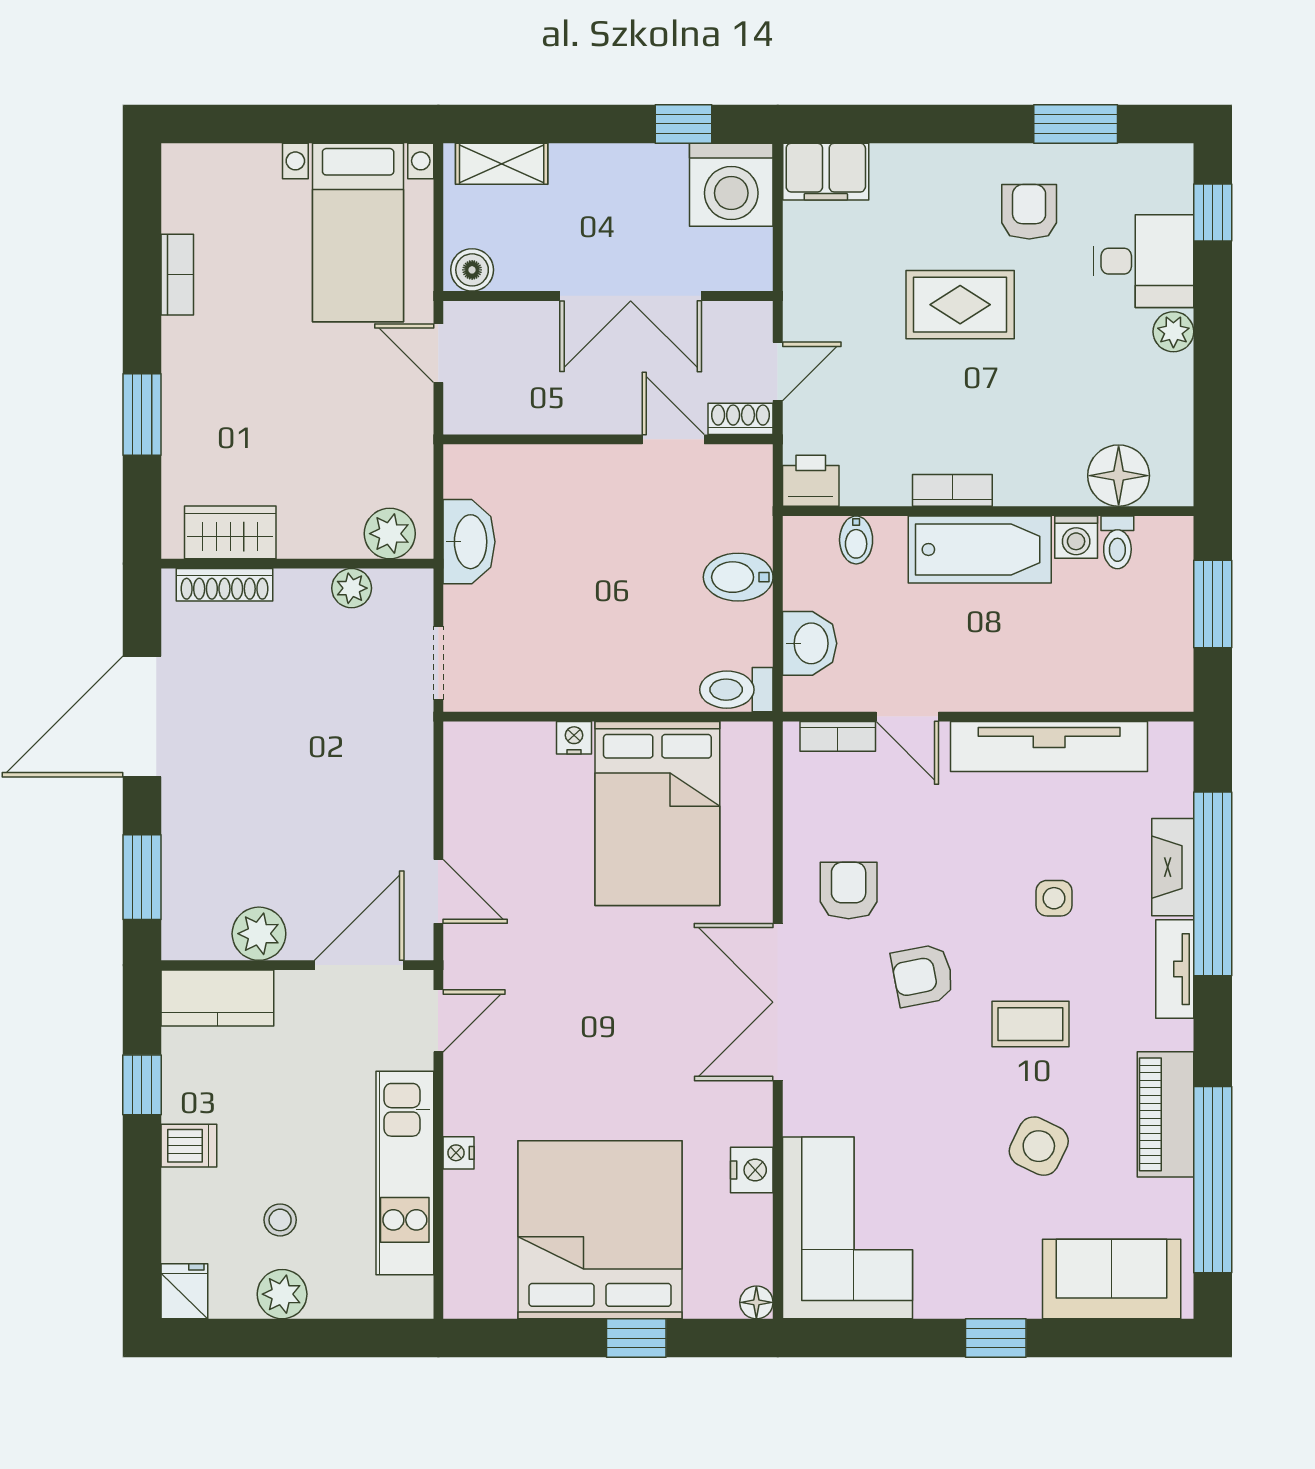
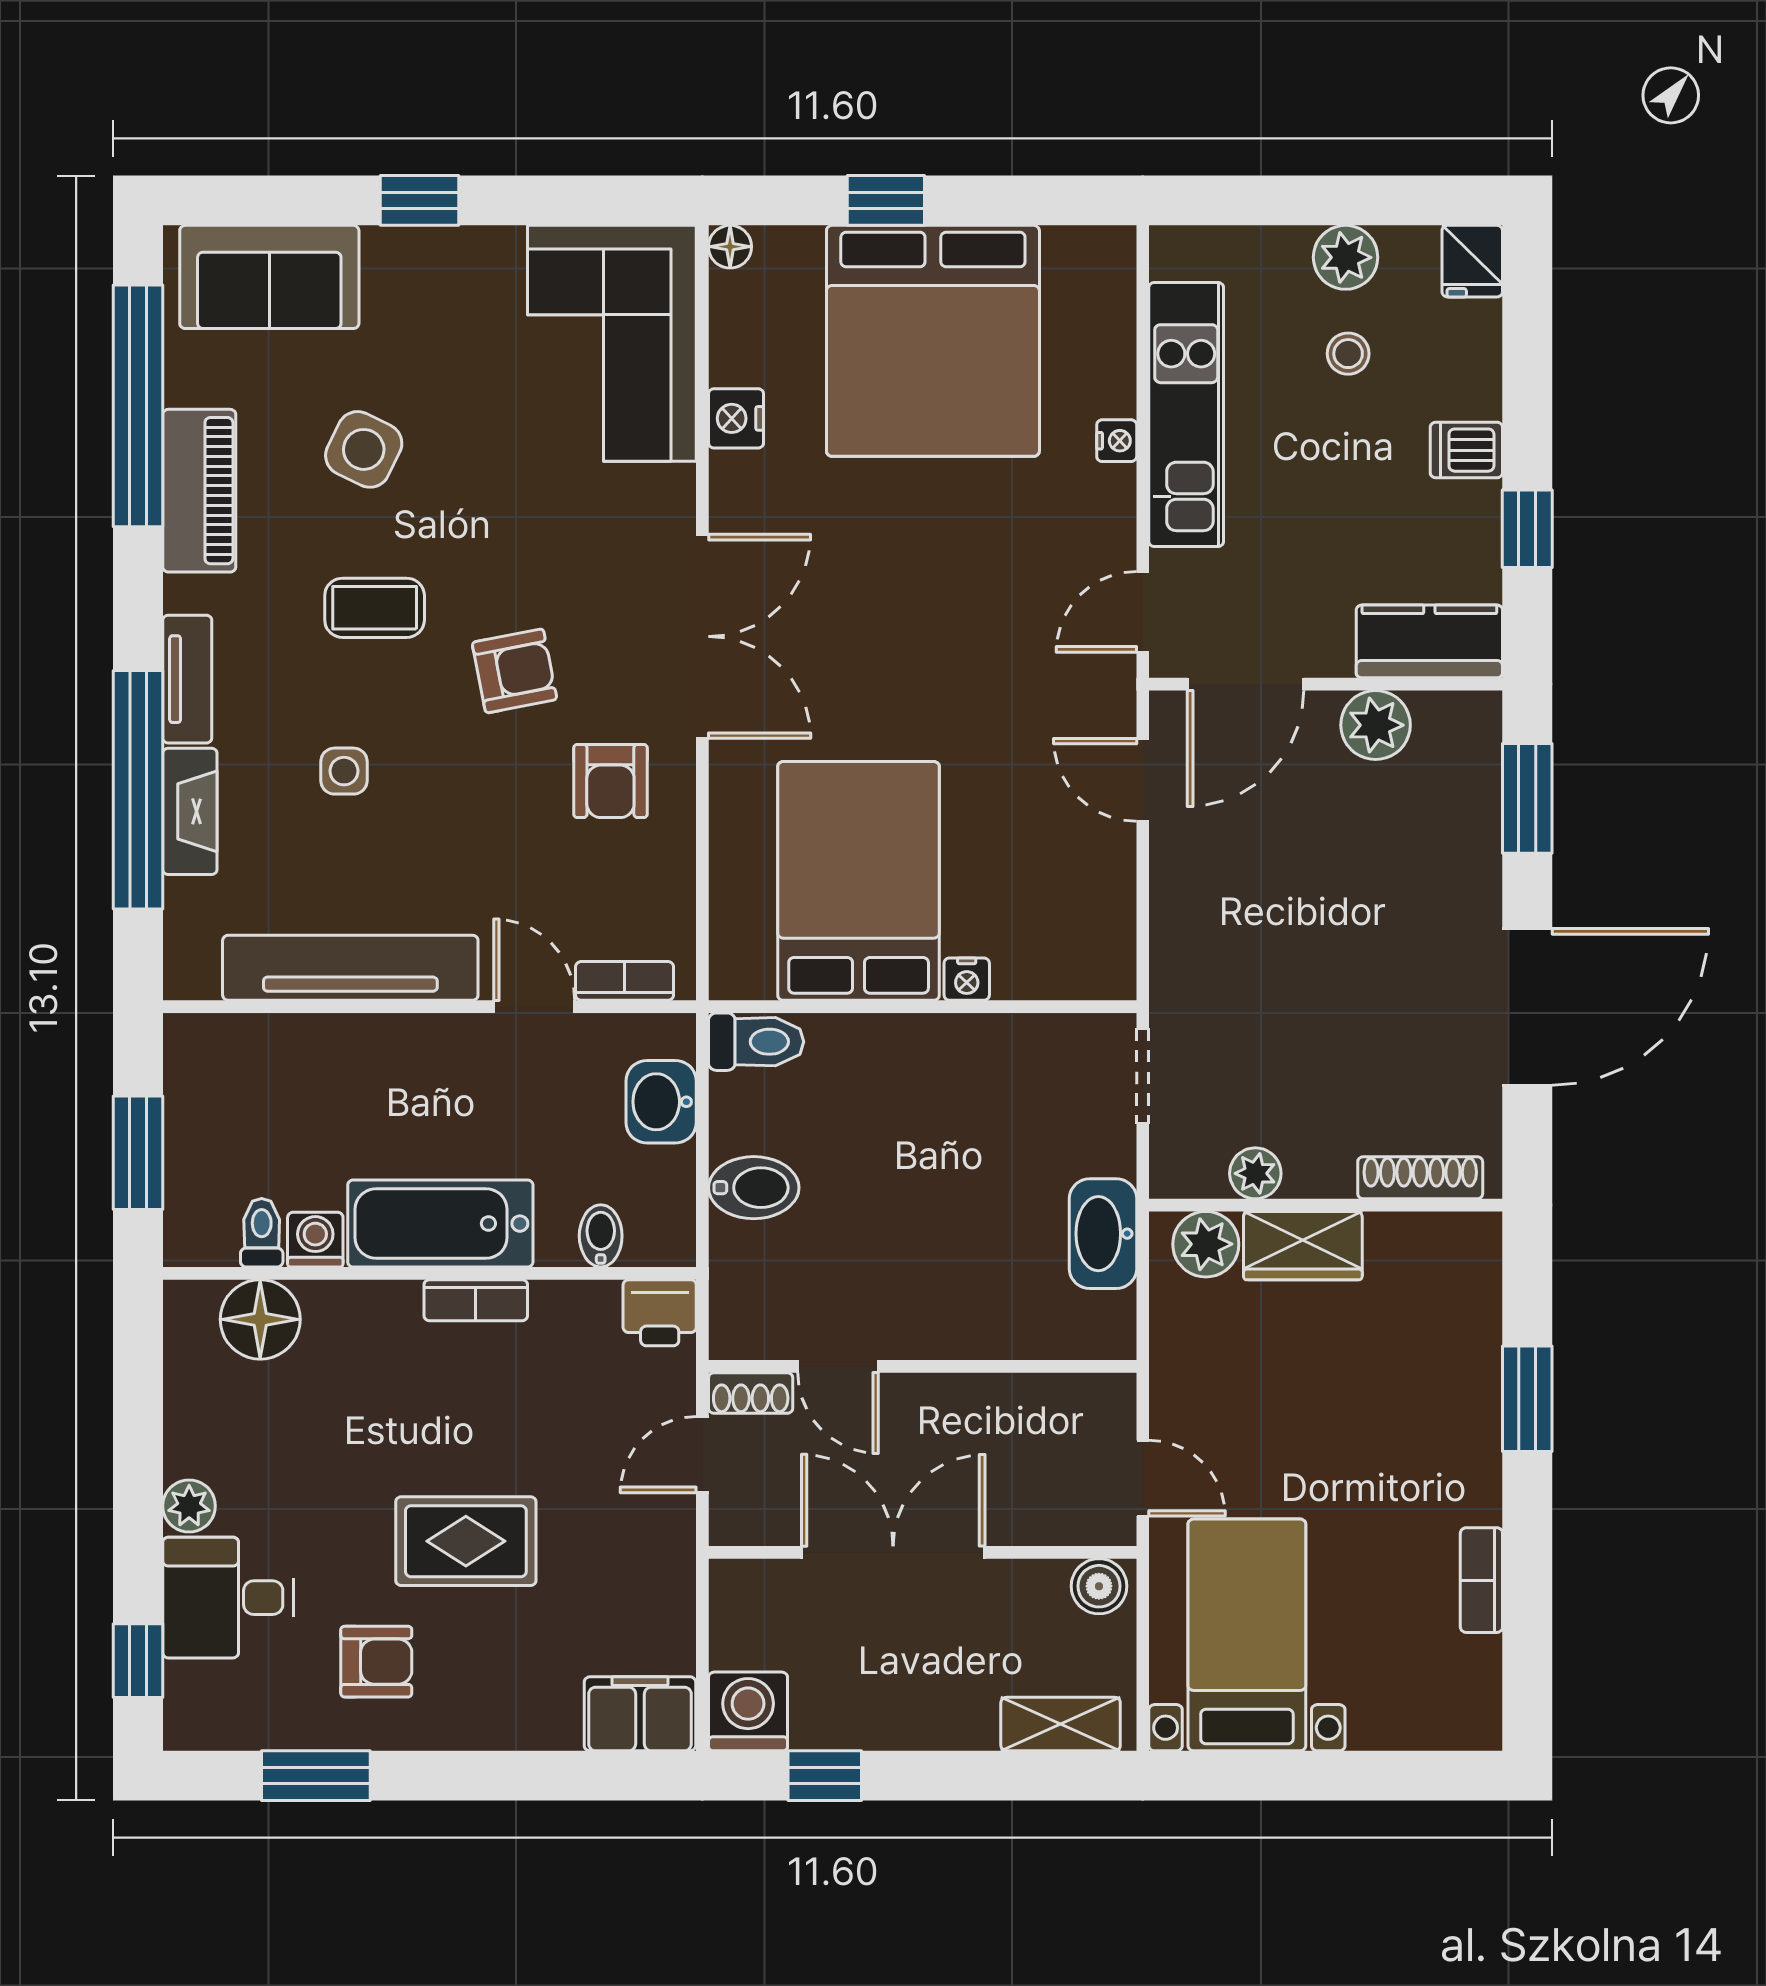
washing machine: (731, 185) -> (748, 1711), width x0.73, depth x0.73
armchair: (1029, 212) -> (376, 1662), turned -90
wardrobe: (230, 532) -> (1303, 1246), moved

